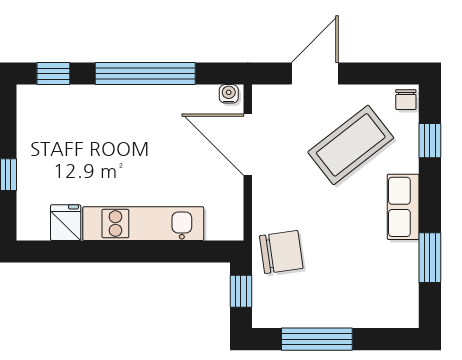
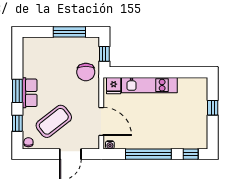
fridge: (66, 223) -> (114, 86), moved
chair: (281, 252) -> (86, 72), turned -82
window: (430, 258) -> (17, 91), moved

